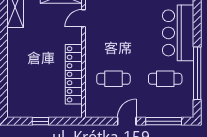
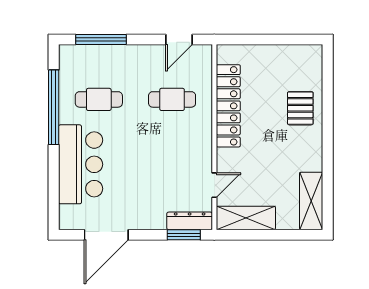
pallet: (23, 73) -> (300, 108), added
window: (40, 121) -> (276, 40), removed
door: (127, 121) -> (179, 40), moved

